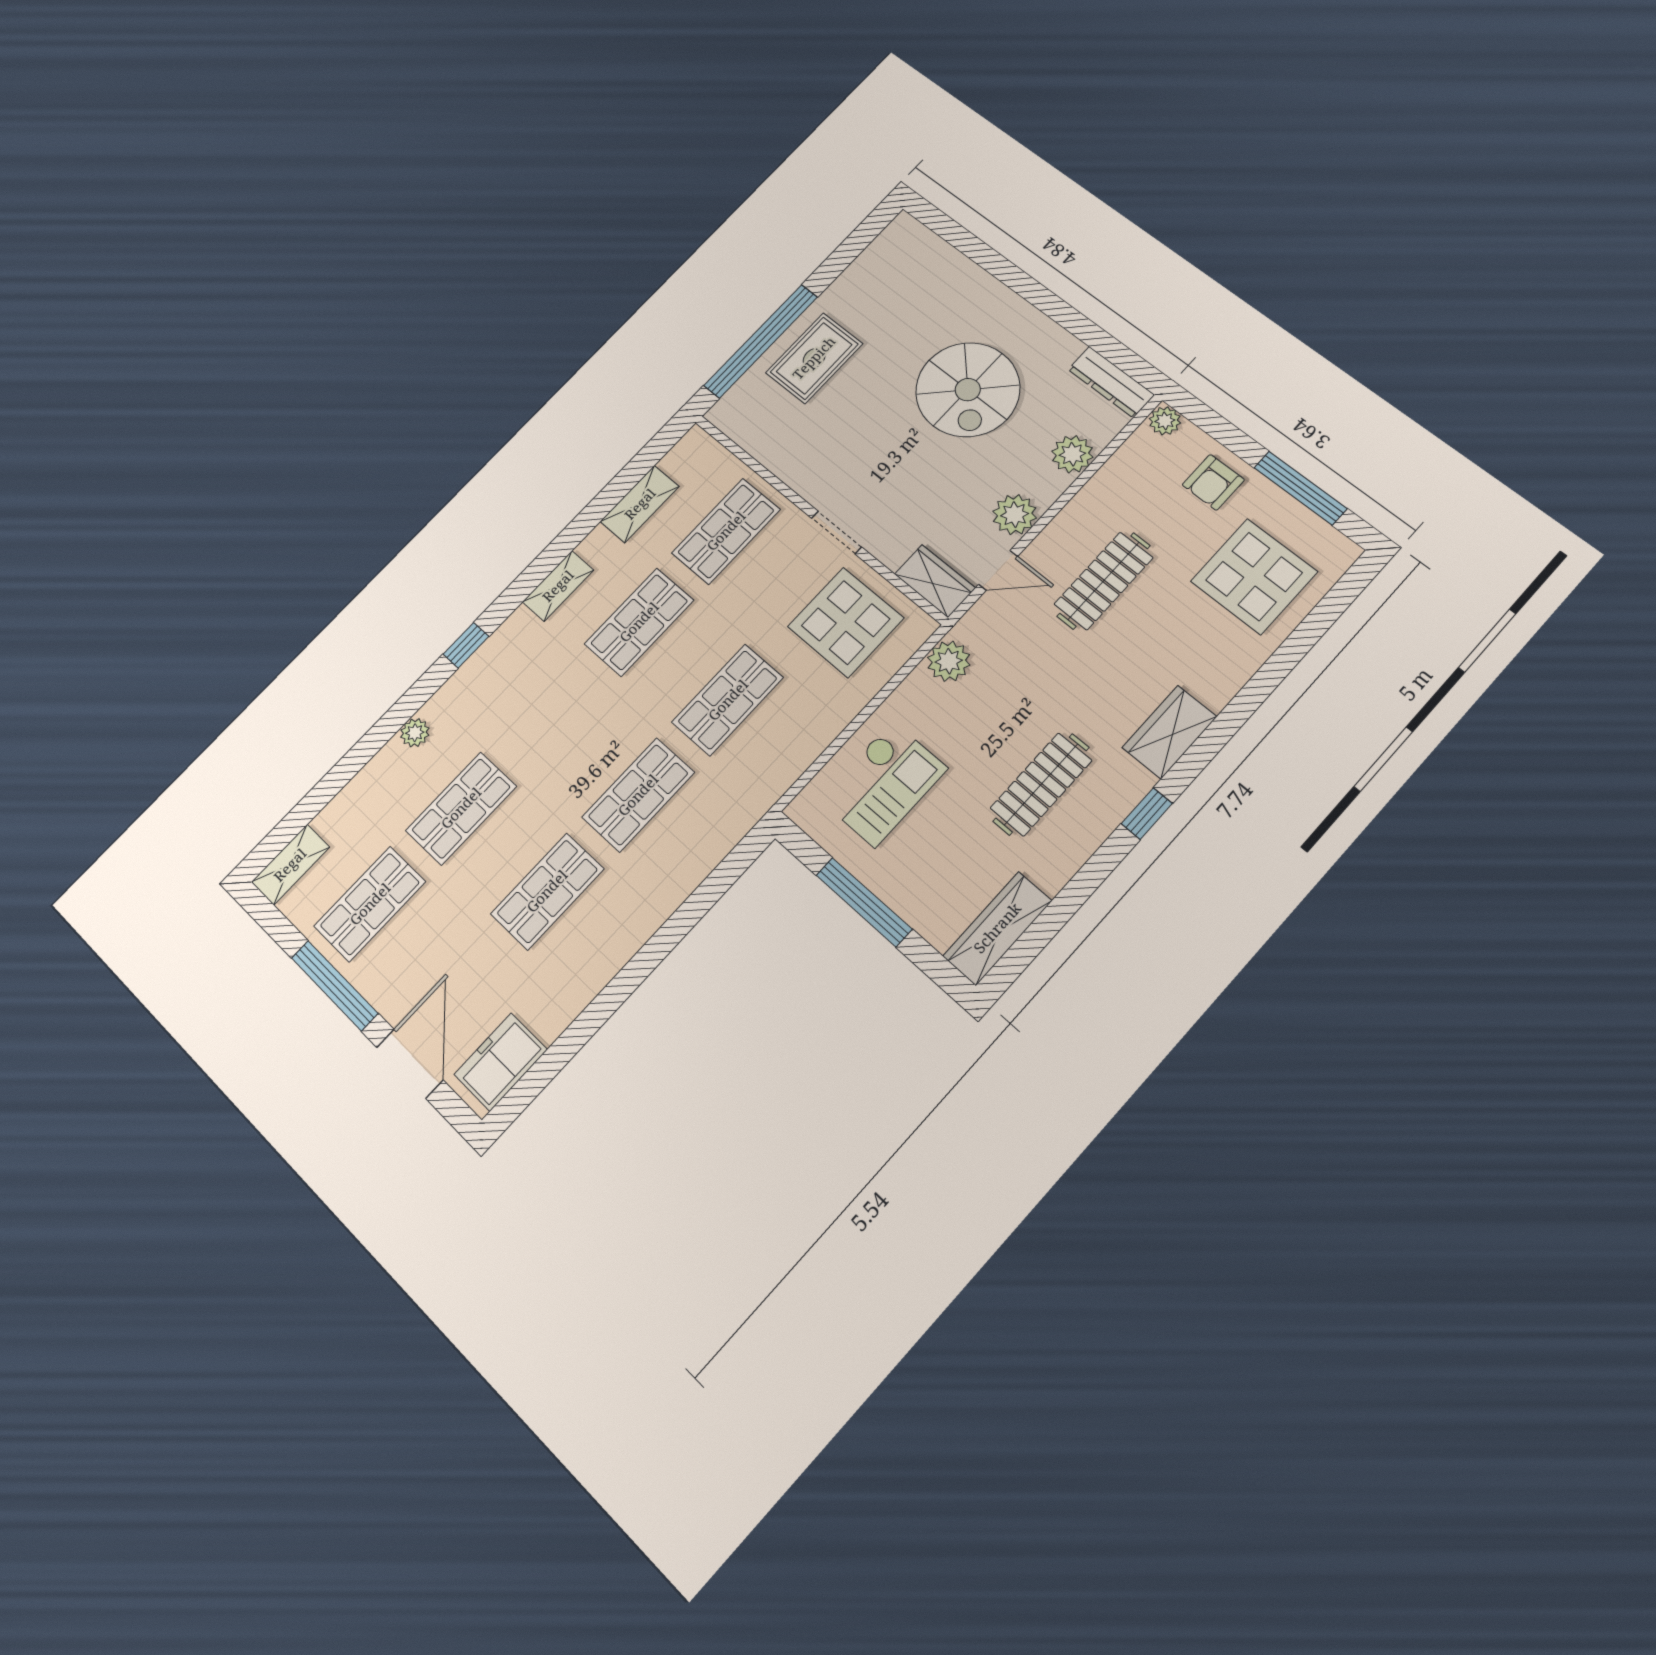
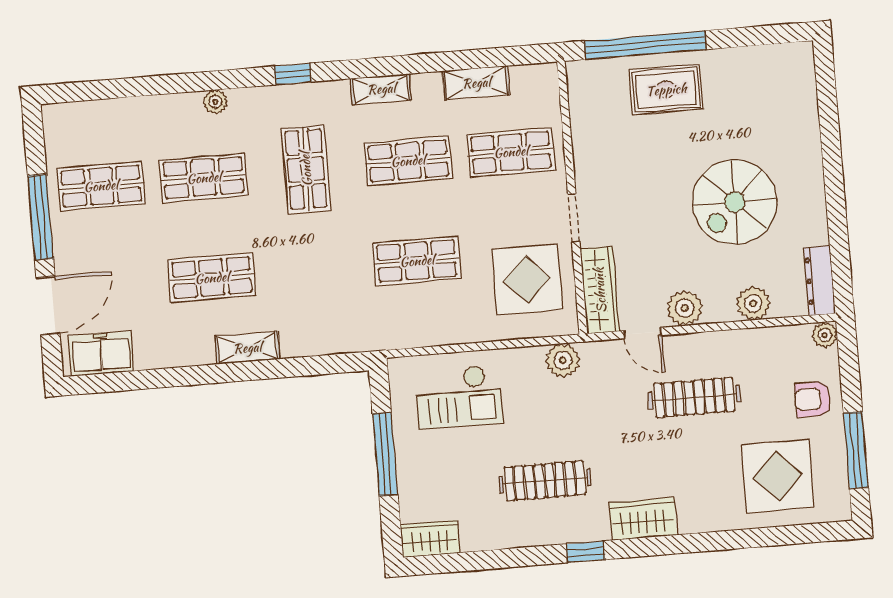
wardrobe: (935, 581) -> (600, 290), width x1.50
shop shelf: (638, 795) -> (306, 169), moved, turned 90
shelving: (290, 865) -> (247, 348), moved
wardrobe: (997, 928) -> (430, 539), width x0.67

